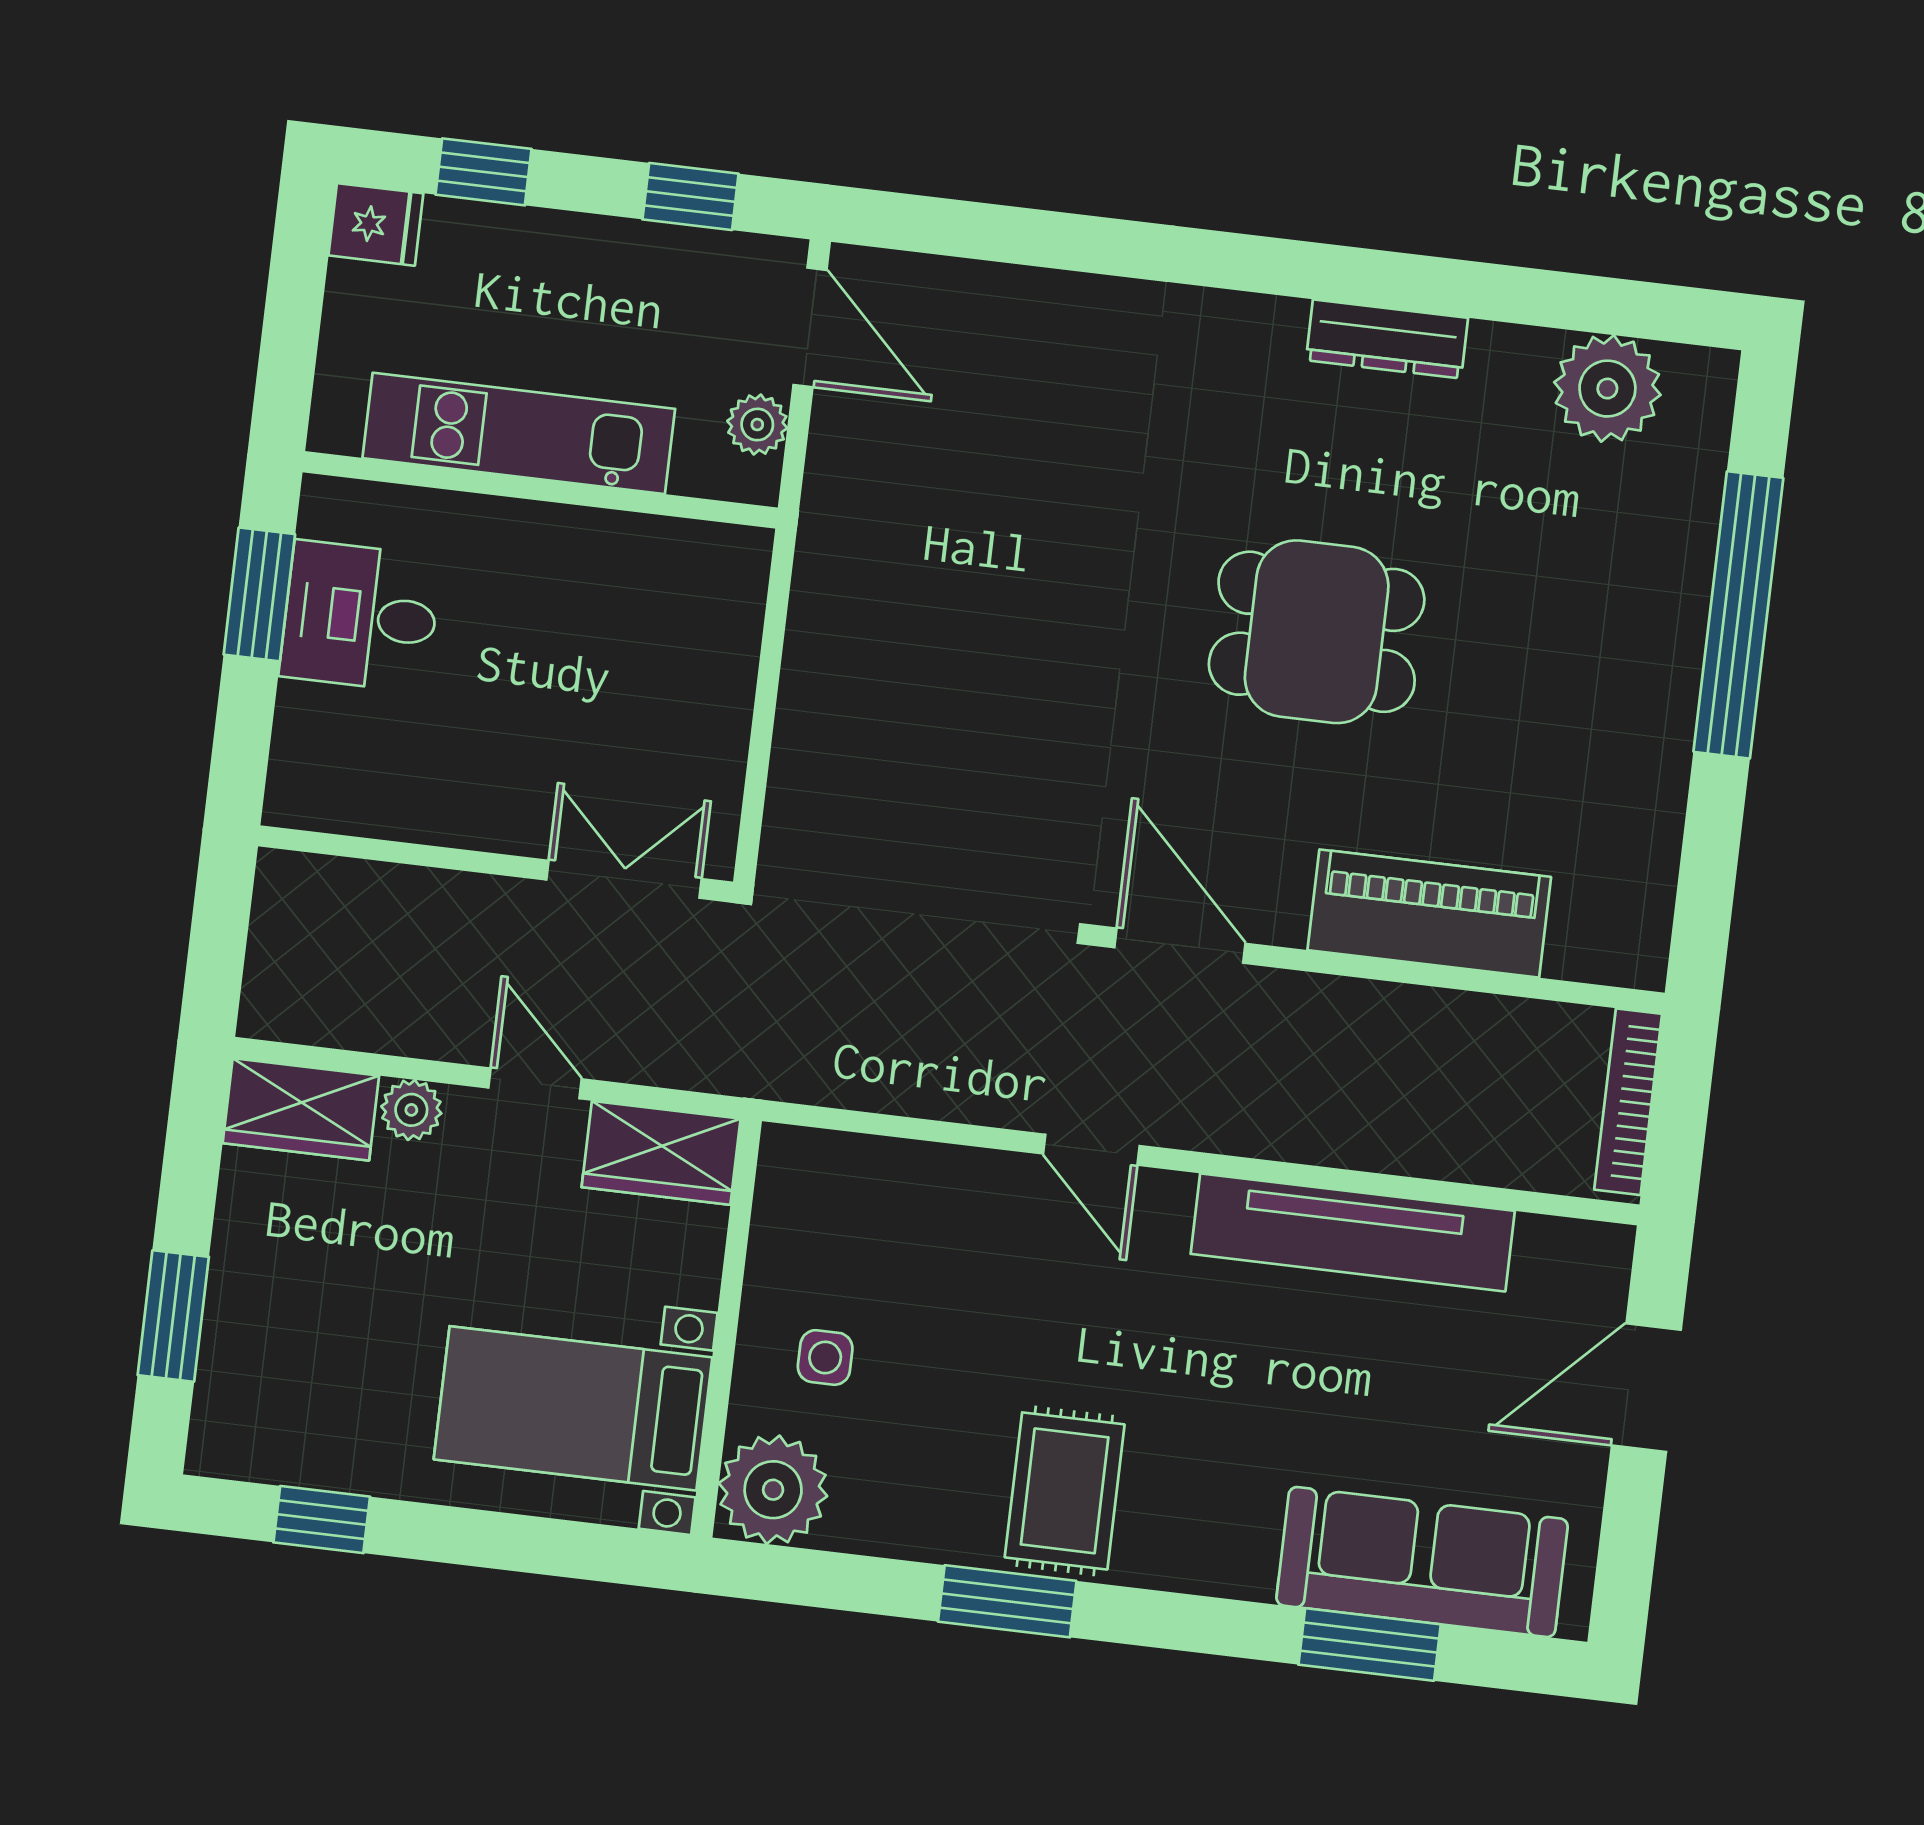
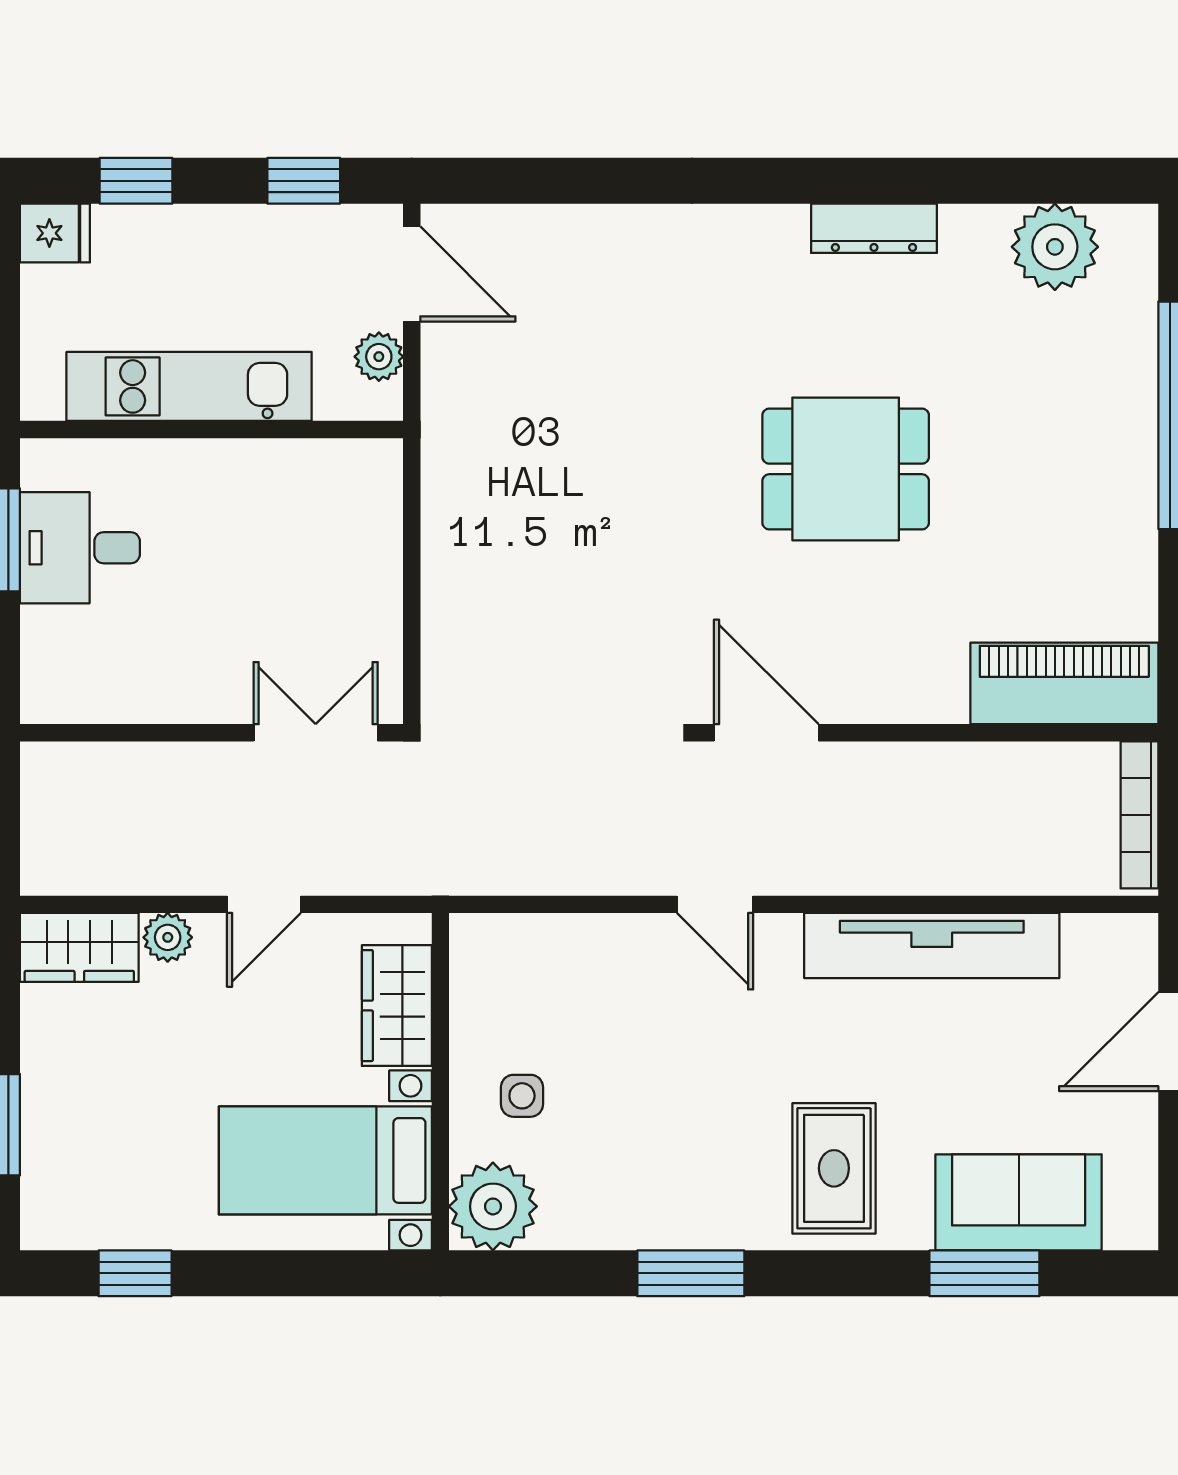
piano: (1429, 914) -> (1064, 683), moved
door: (535, 1083) -> (264, 904), swing flipped
wardrobe: (661, 1153) -> (397, 1006), moved, turned 90
rug: (1065, 1491) -> (834, 1168), moved
sofa: (1422, 1562) -> (1019, 1202), width x0.73

